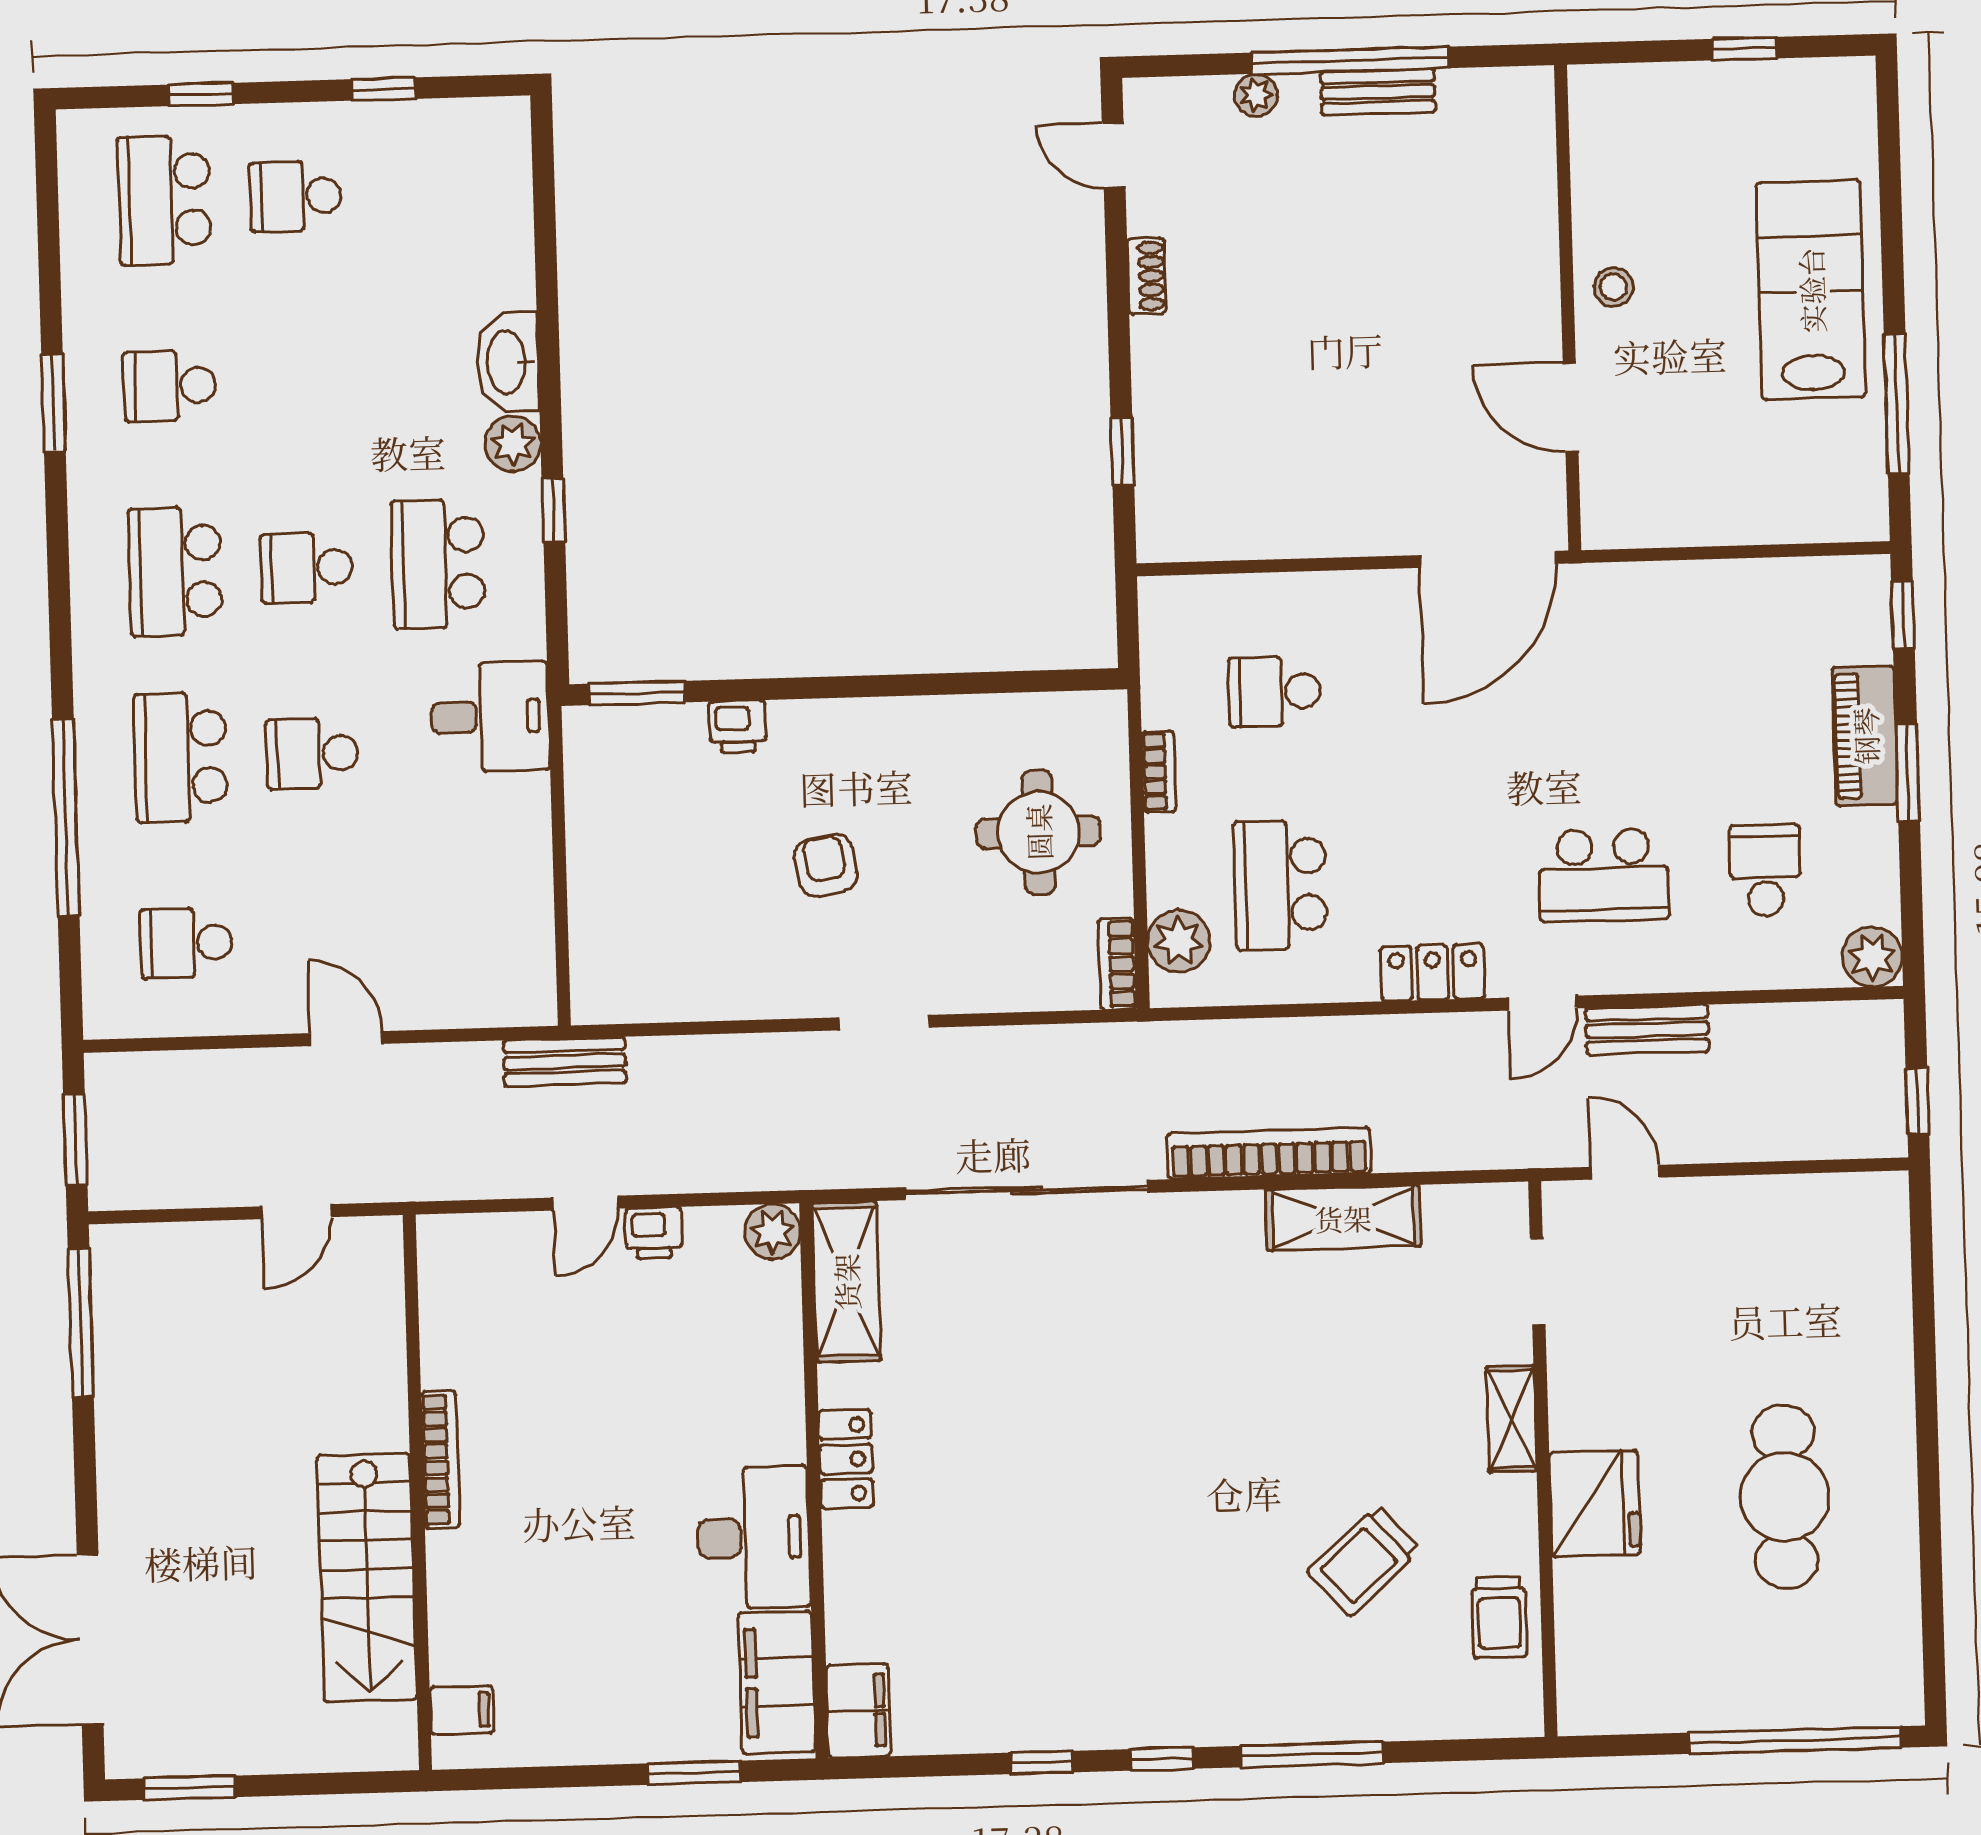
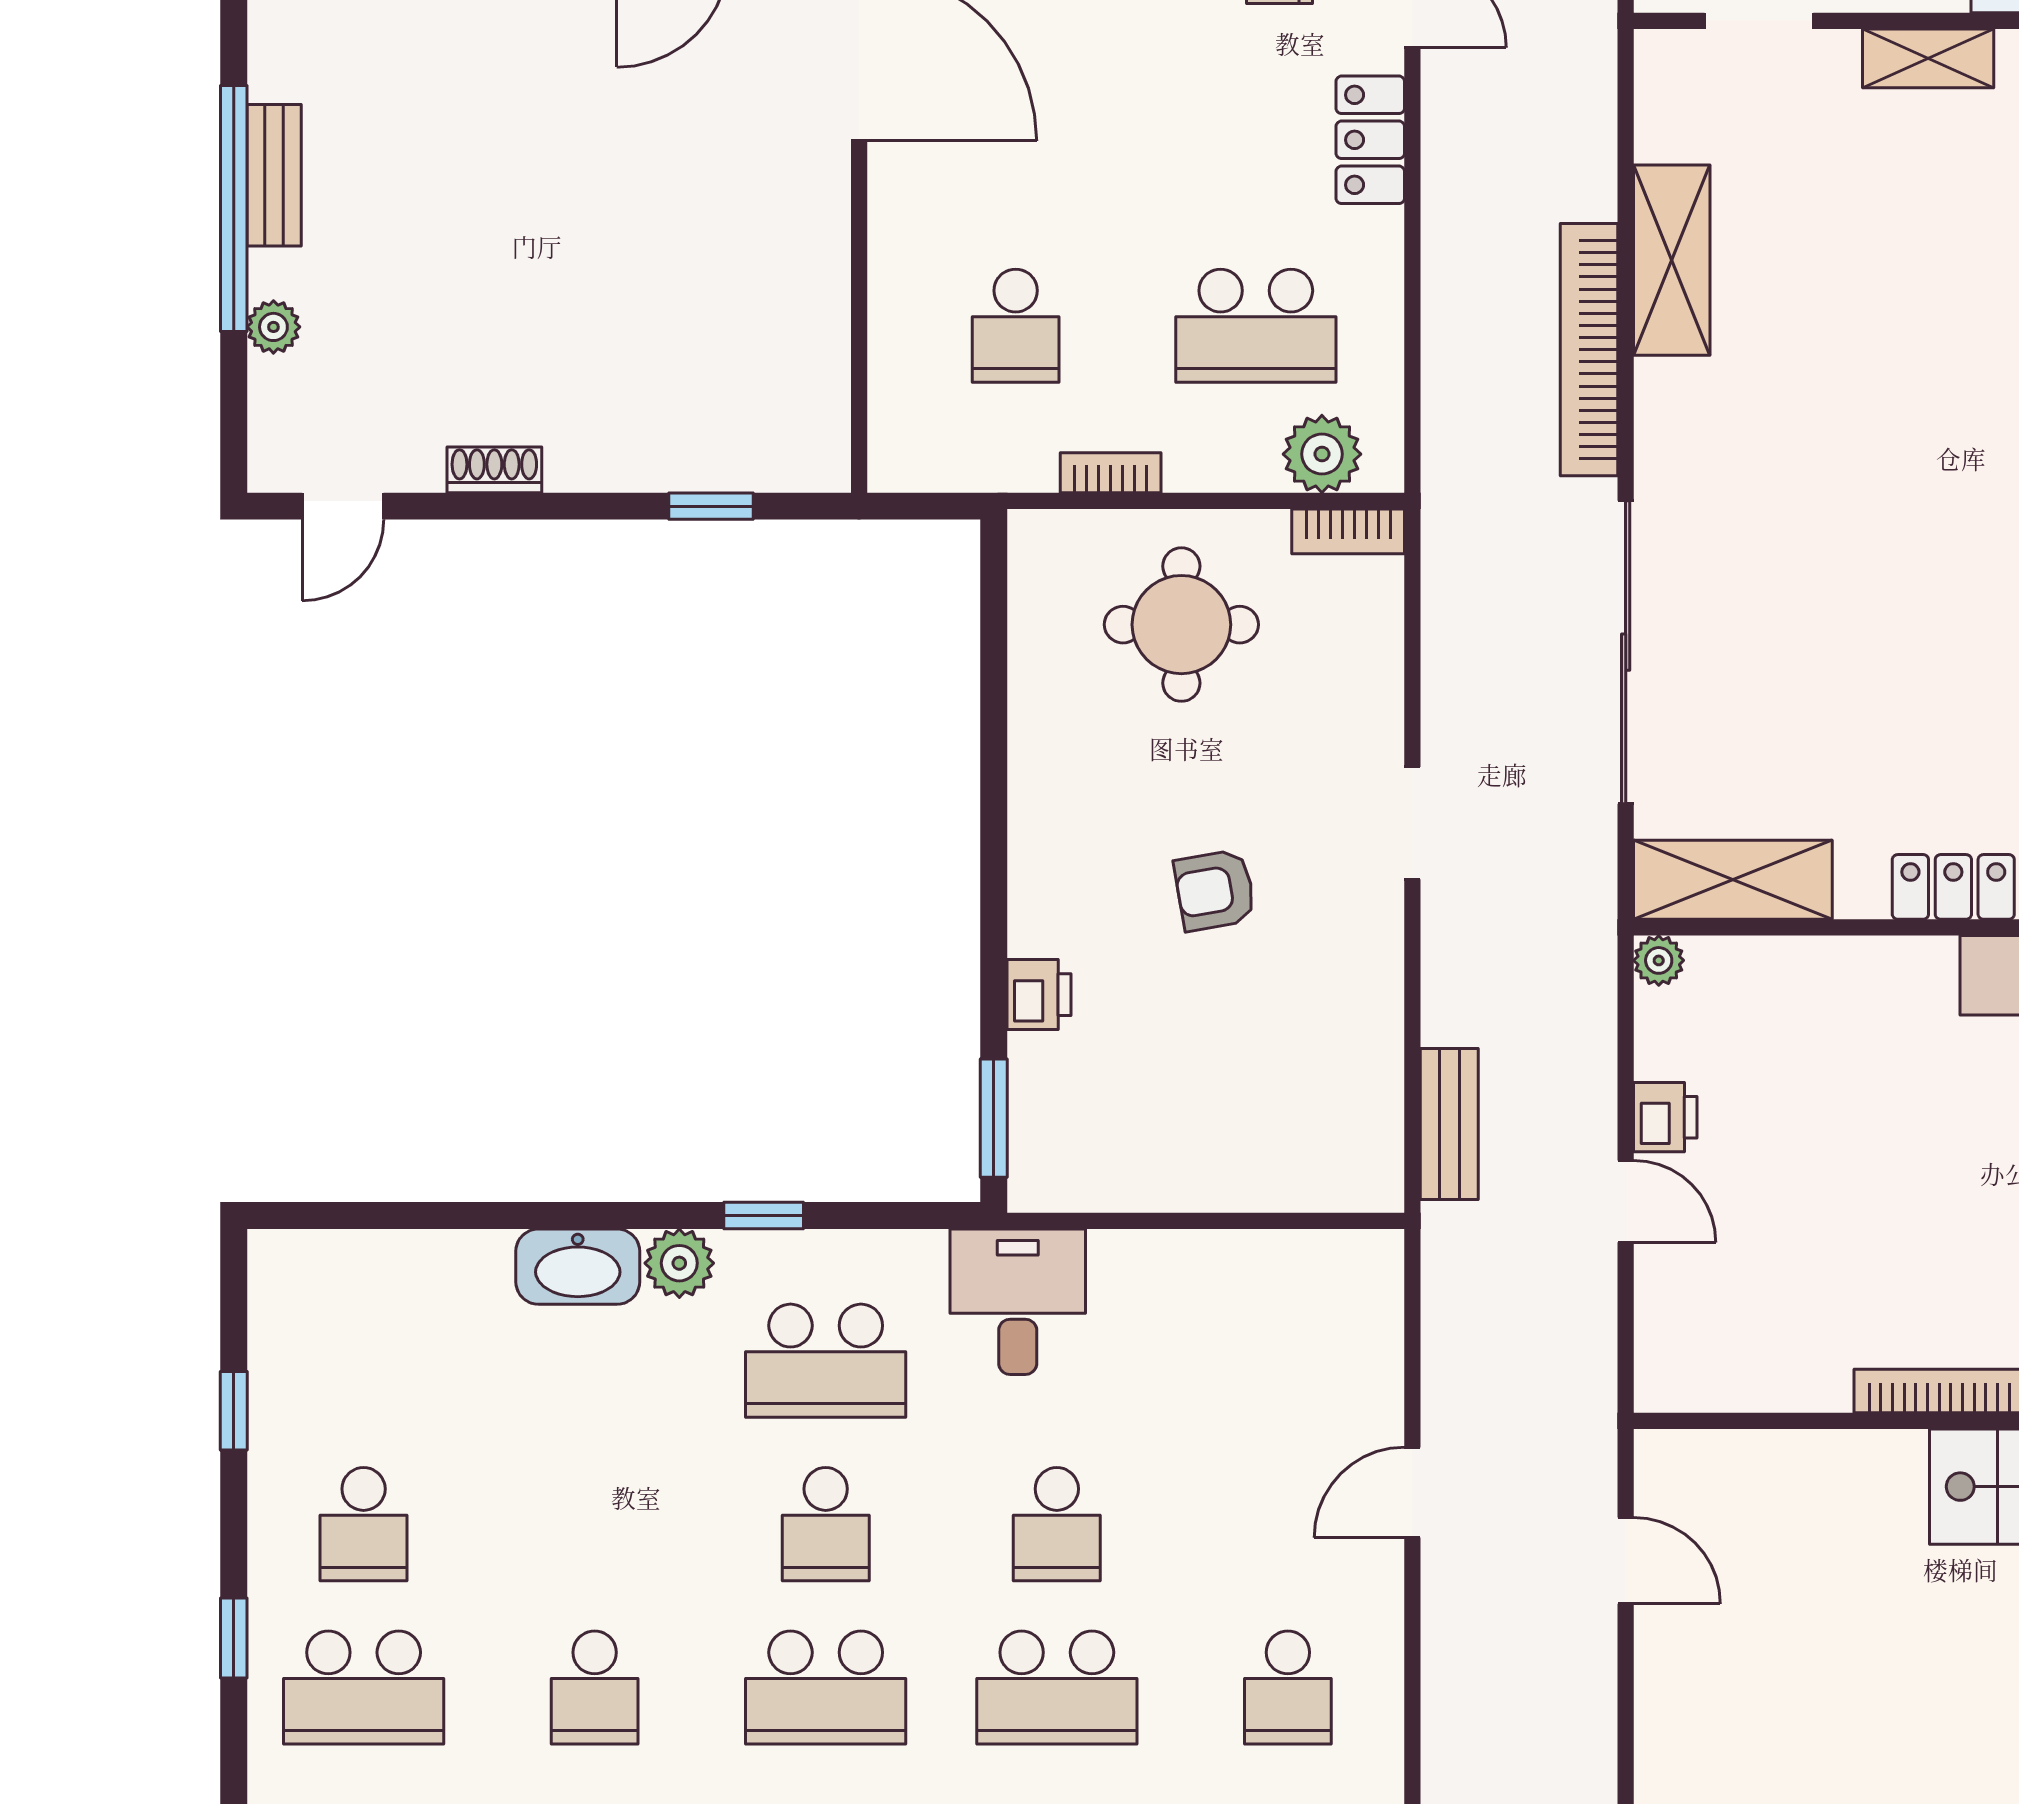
bench: (565, 1062) -> (1449, 1124), moved
plant: (772, 1232) -> (1659, 960), width x0.73, depth x0.73

